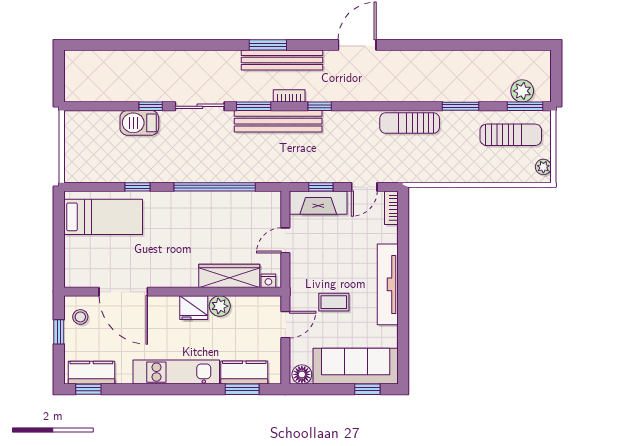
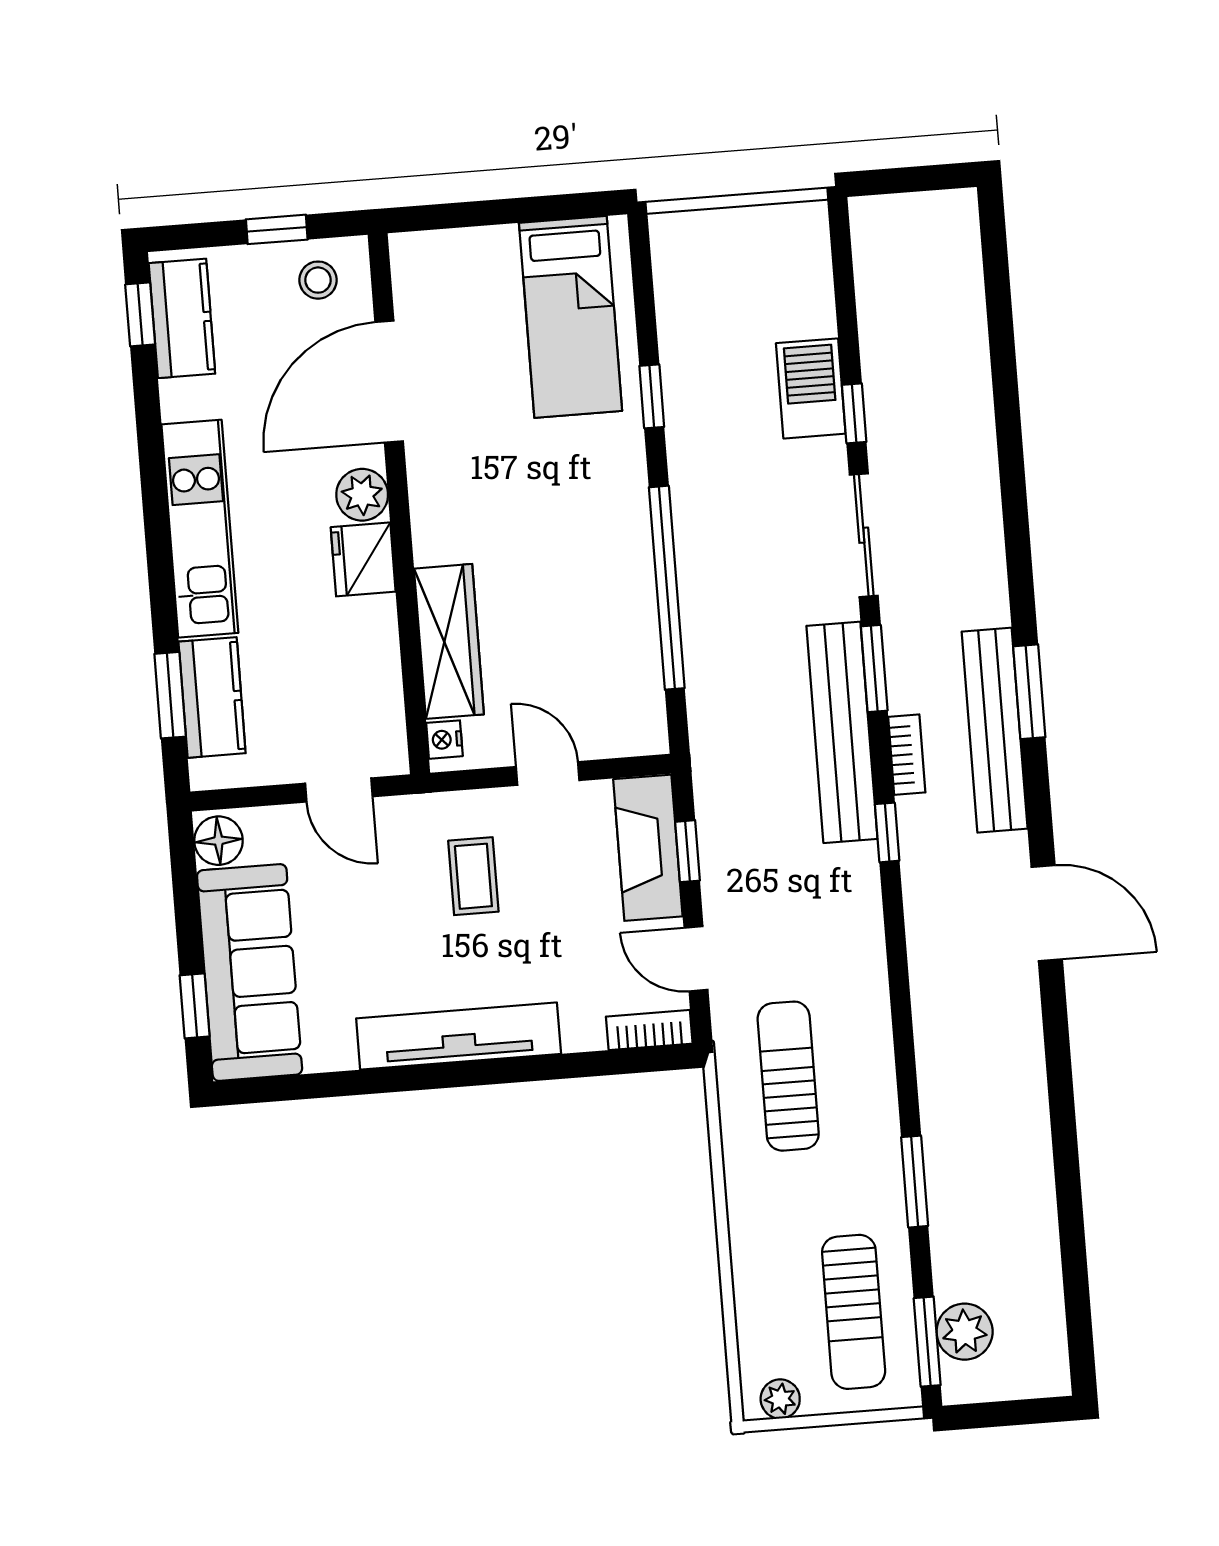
sun lounger: (410, 123) -> (788, 1076), moved
coffee table: (334, 302) -> (473, 876), moved
plant: (220, 306) -> (362, 495), moved

